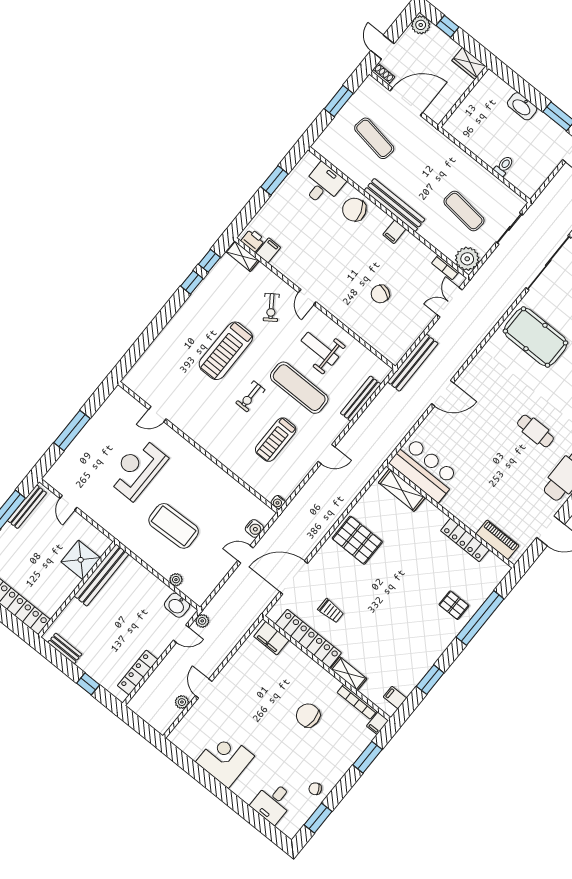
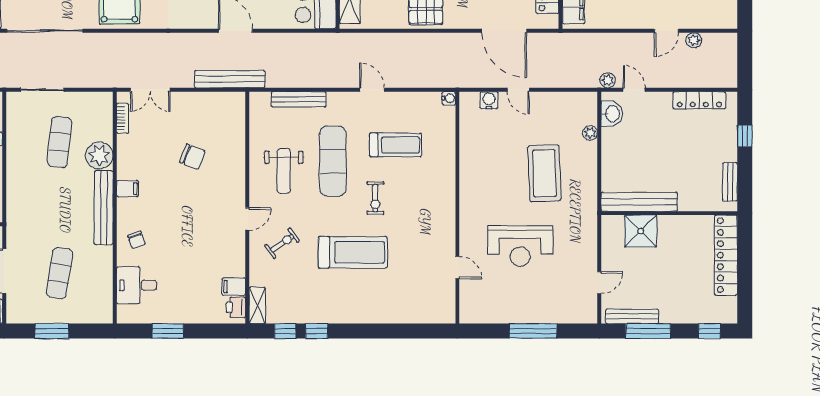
chair: (354, 210) -> (136, 240), width x0.54, depth x0.54
plant: (467, 259) -> (99, 155), moved
exercise bike: (250, 396) -> (375, 198), turned 90

